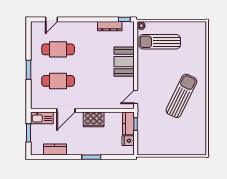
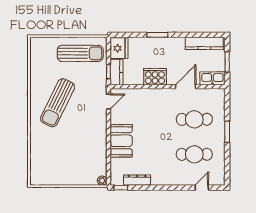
sun lounger: (160, 42) -> (80, 53), moved
fridge: (128, 141) -> (119, 48), width x1.88, depth x1.34
kitchen counter: (55, 149) -> (204, 43), width x1.50

